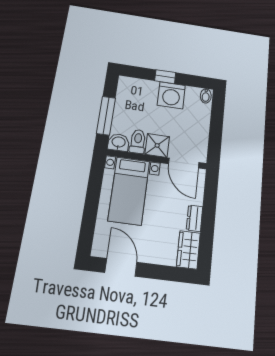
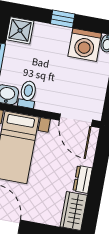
washing machine: (171, 95) -> (85, 45), moved
shower: (157, 145) -> (20, 30), moved

